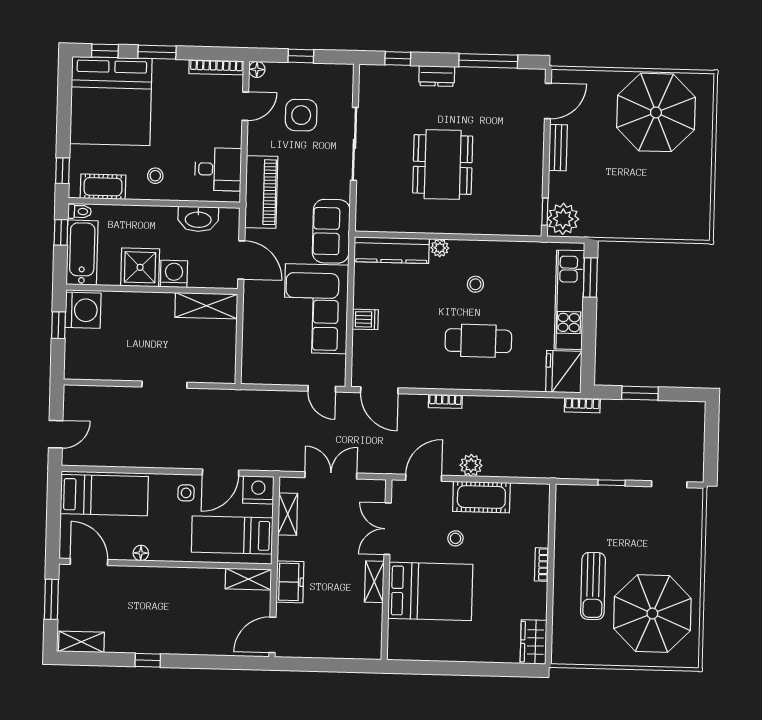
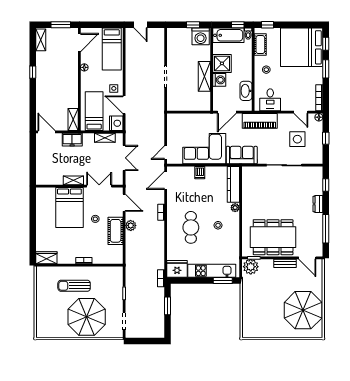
dining table: (443, 165) -> (273, 237), moved, width x1.36, depth x1.24
shelving: (206, 306) -> (204, 76), moved
parasol: (652, 613) -> (87, 317), moved

